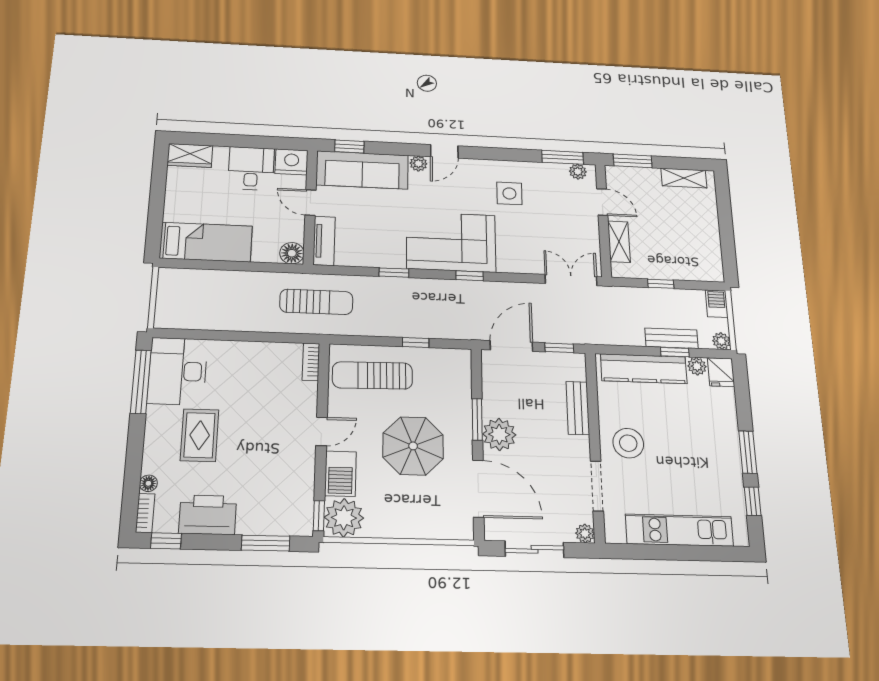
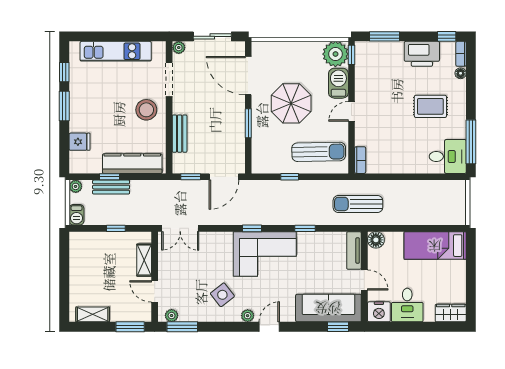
plant: (418, 164) -> (248, 316), moved
side table: (509, 193) -> (222, 295), turned -38
plant: (697, 366) -> (95, 167), removed
desk: (178, 371) -> (448, 156), width x0.73
fridge: (721, 372) -> (80, 142), moved, turned 90
plant: (499, 434) -> (234, 113), removed
rug: (200, 435) -> (430, 106), turned 90

